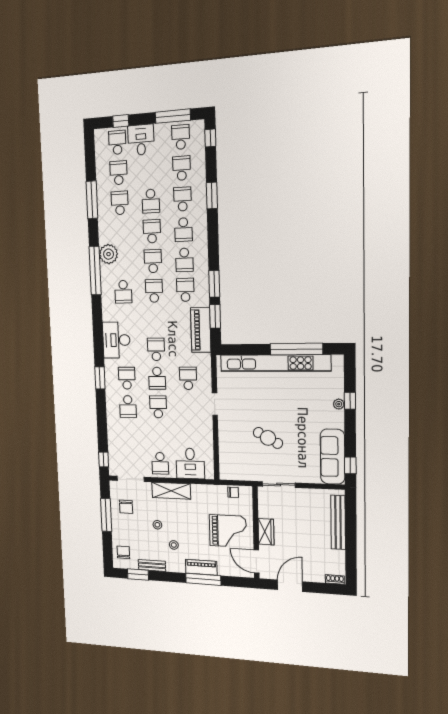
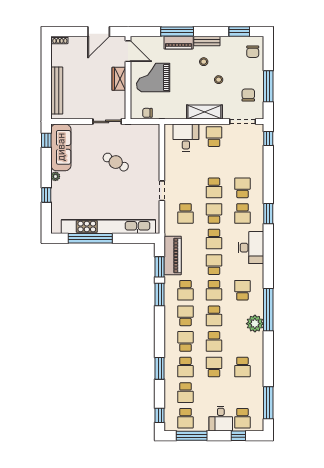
school desk: (118, 173) -> (214, 265), moved, turned 180
window: (92, 200) -> (268, 403), moved
plant: (339, 404) -> (55, 176), moved
bench: (152, 565) -> (207, 41), moved

